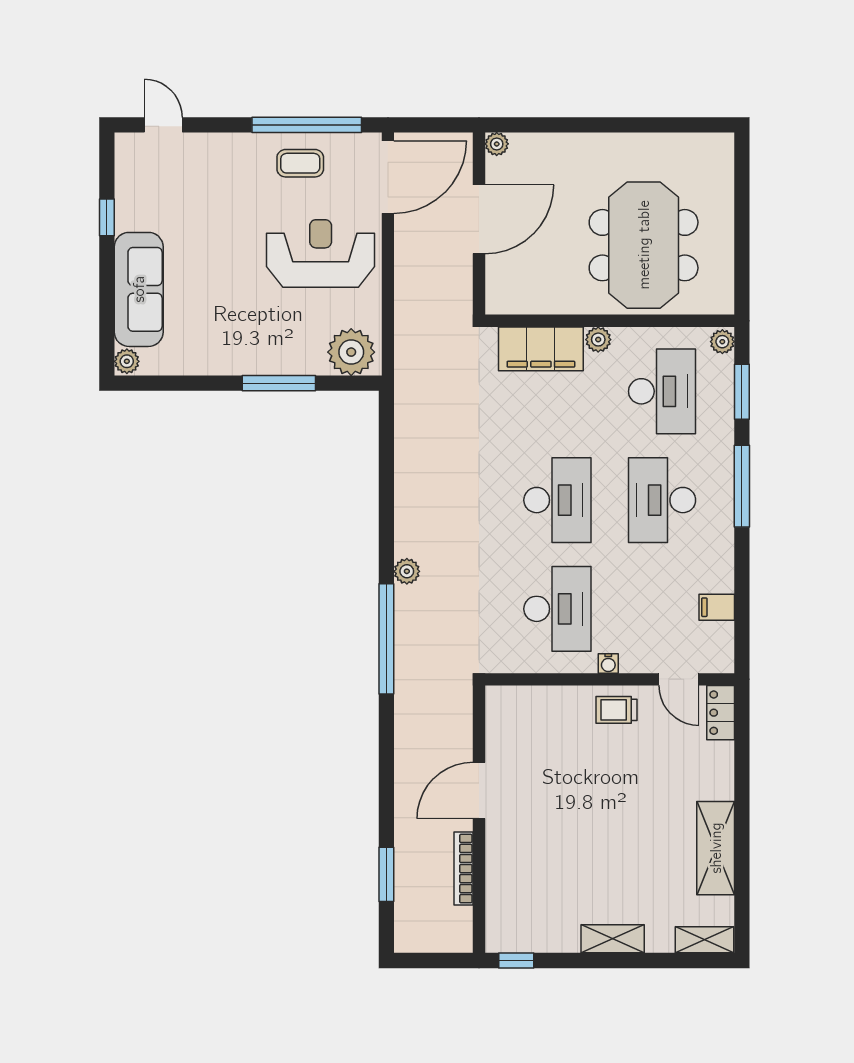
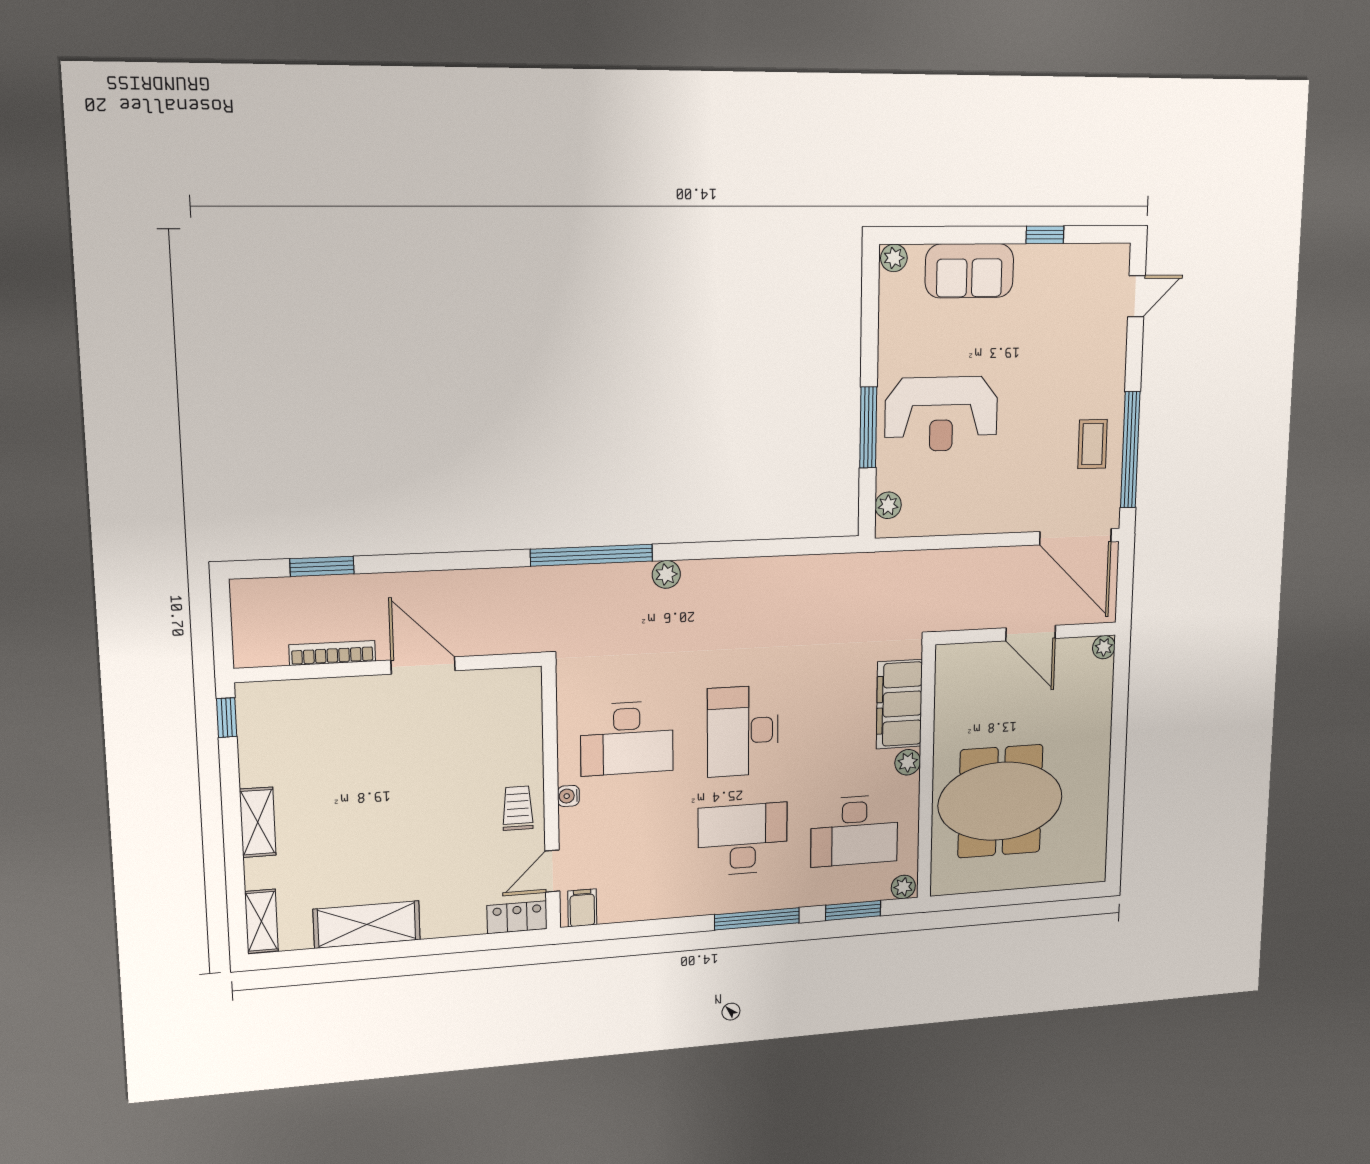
door: (479, 219) -> (1031, 633), width x0.73
reception desk: (321, 253) -> (941, 414), moved, turned 90
sofa: (139, 289) -> (969, 271), width x0.73
plant: (351, 352) -> (888, 505), width x0.53, depth x0.53
desk: (557, 500) -> (743, 731), turned 90
filing cabinet: (717, 607) -> (582, 908), moved

